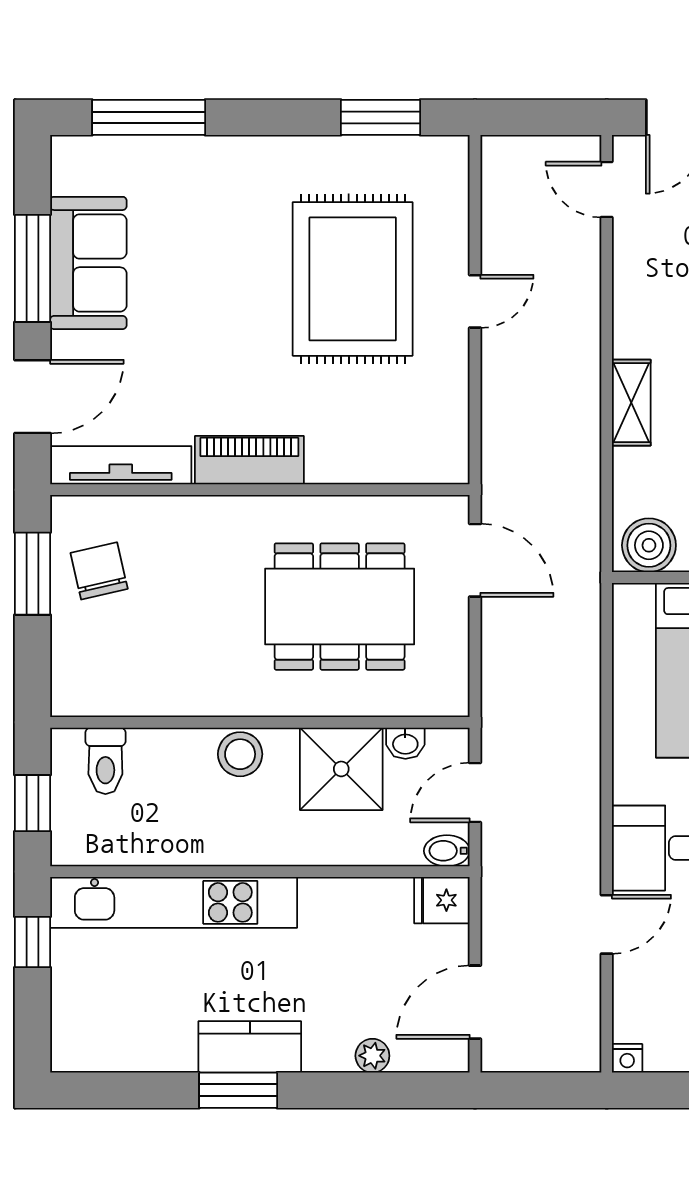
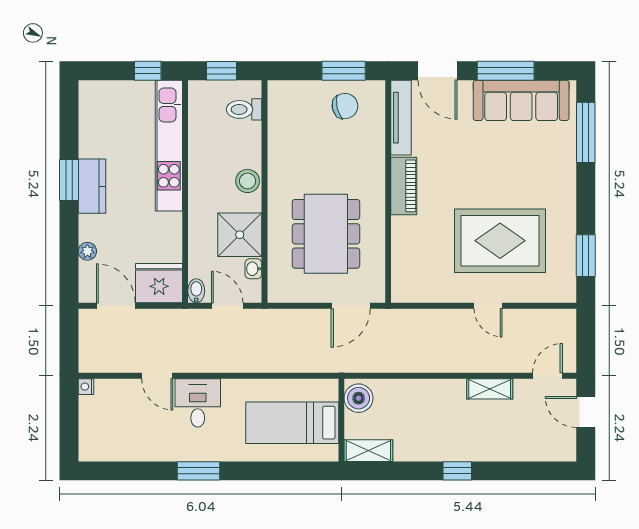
sofa: (88, 263) -> (521, 100), width x1.36
shelving: (631, 403) -> (490, 389), moved
fridge: (442, 900) -> (159, 283), width x1.88, depth x1.34

